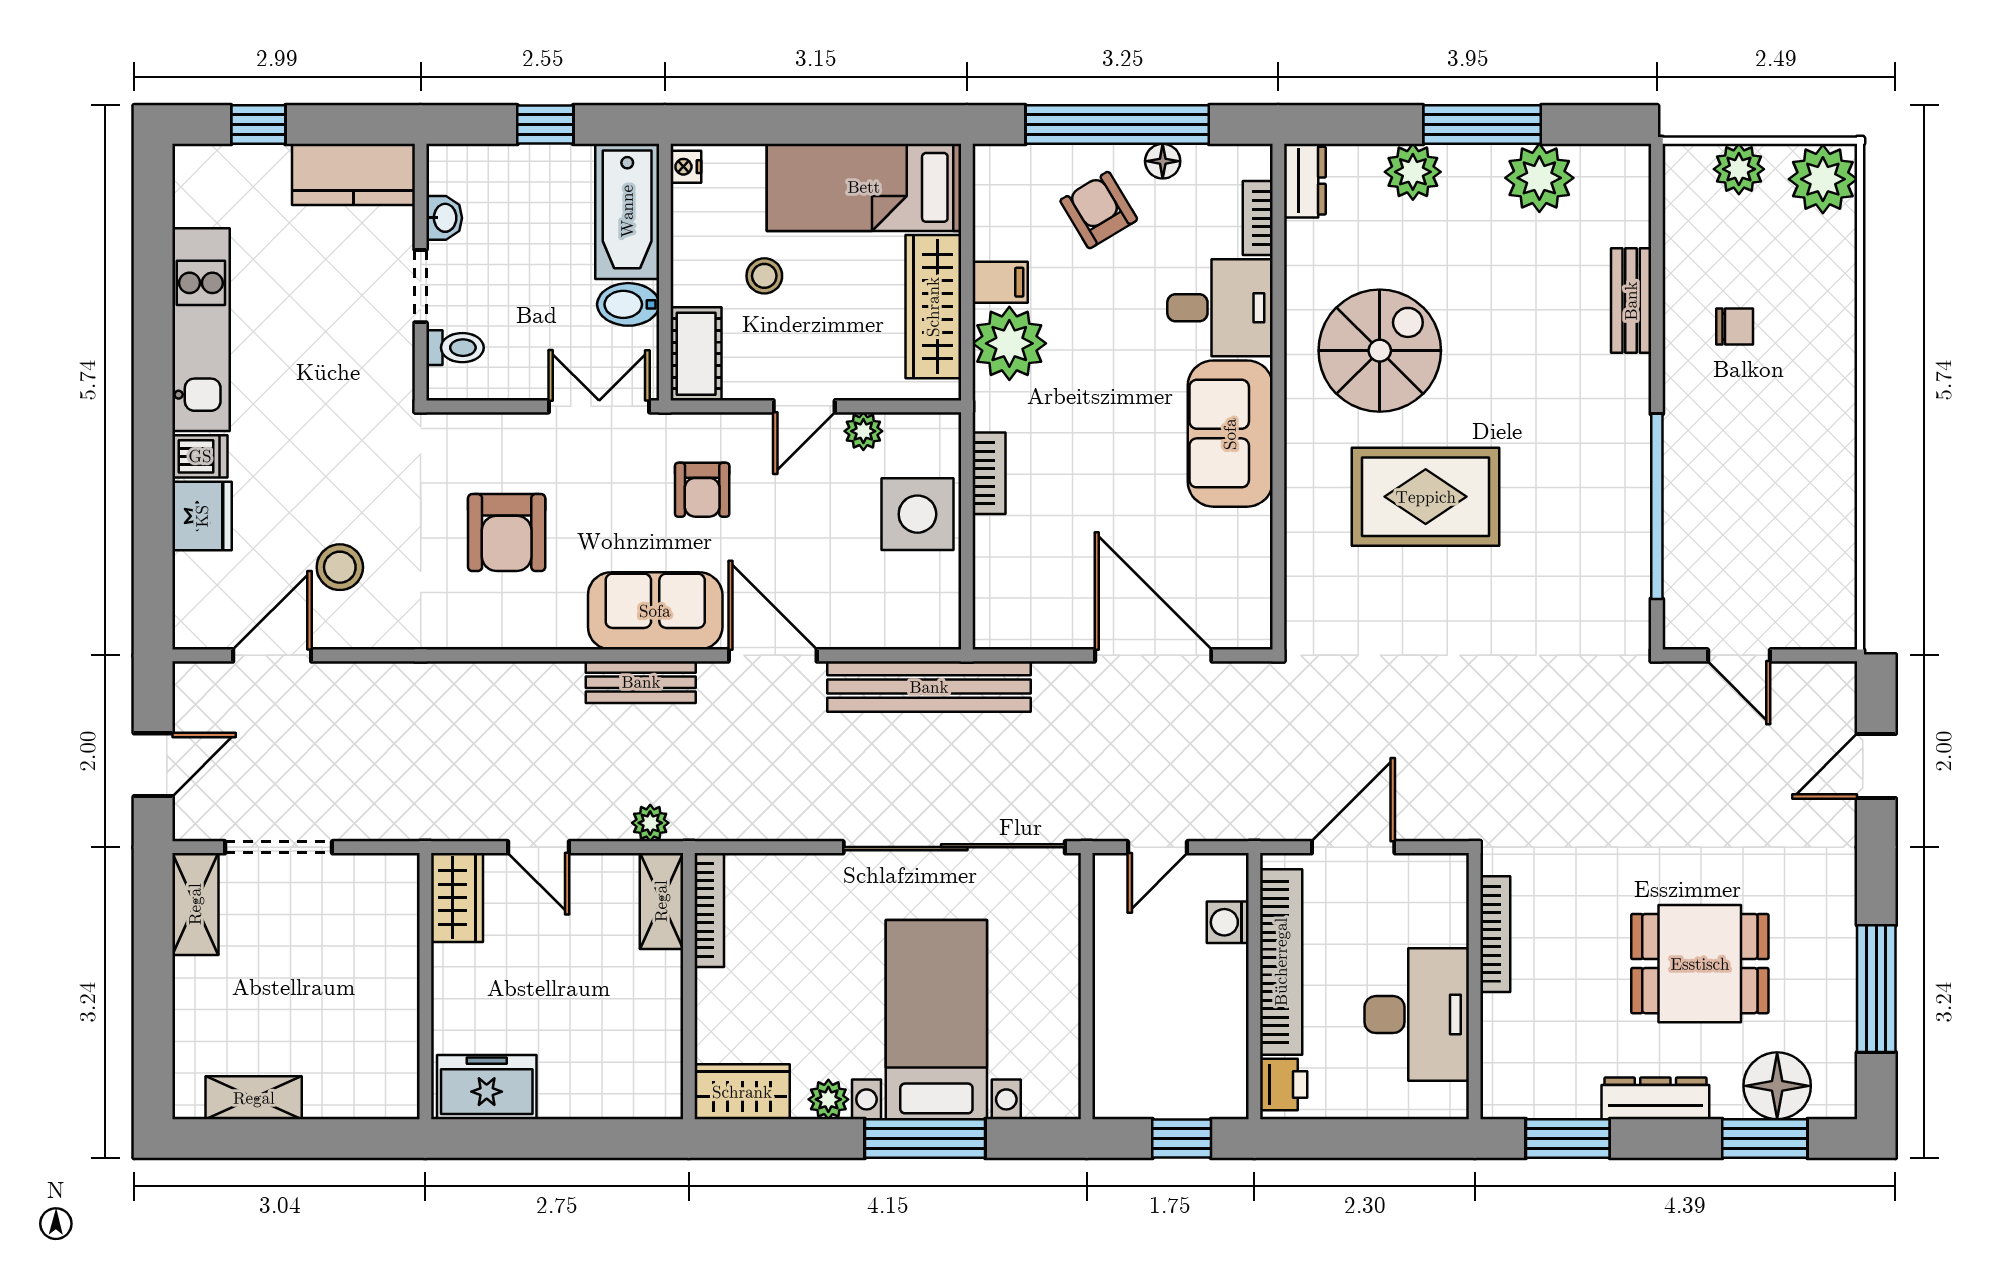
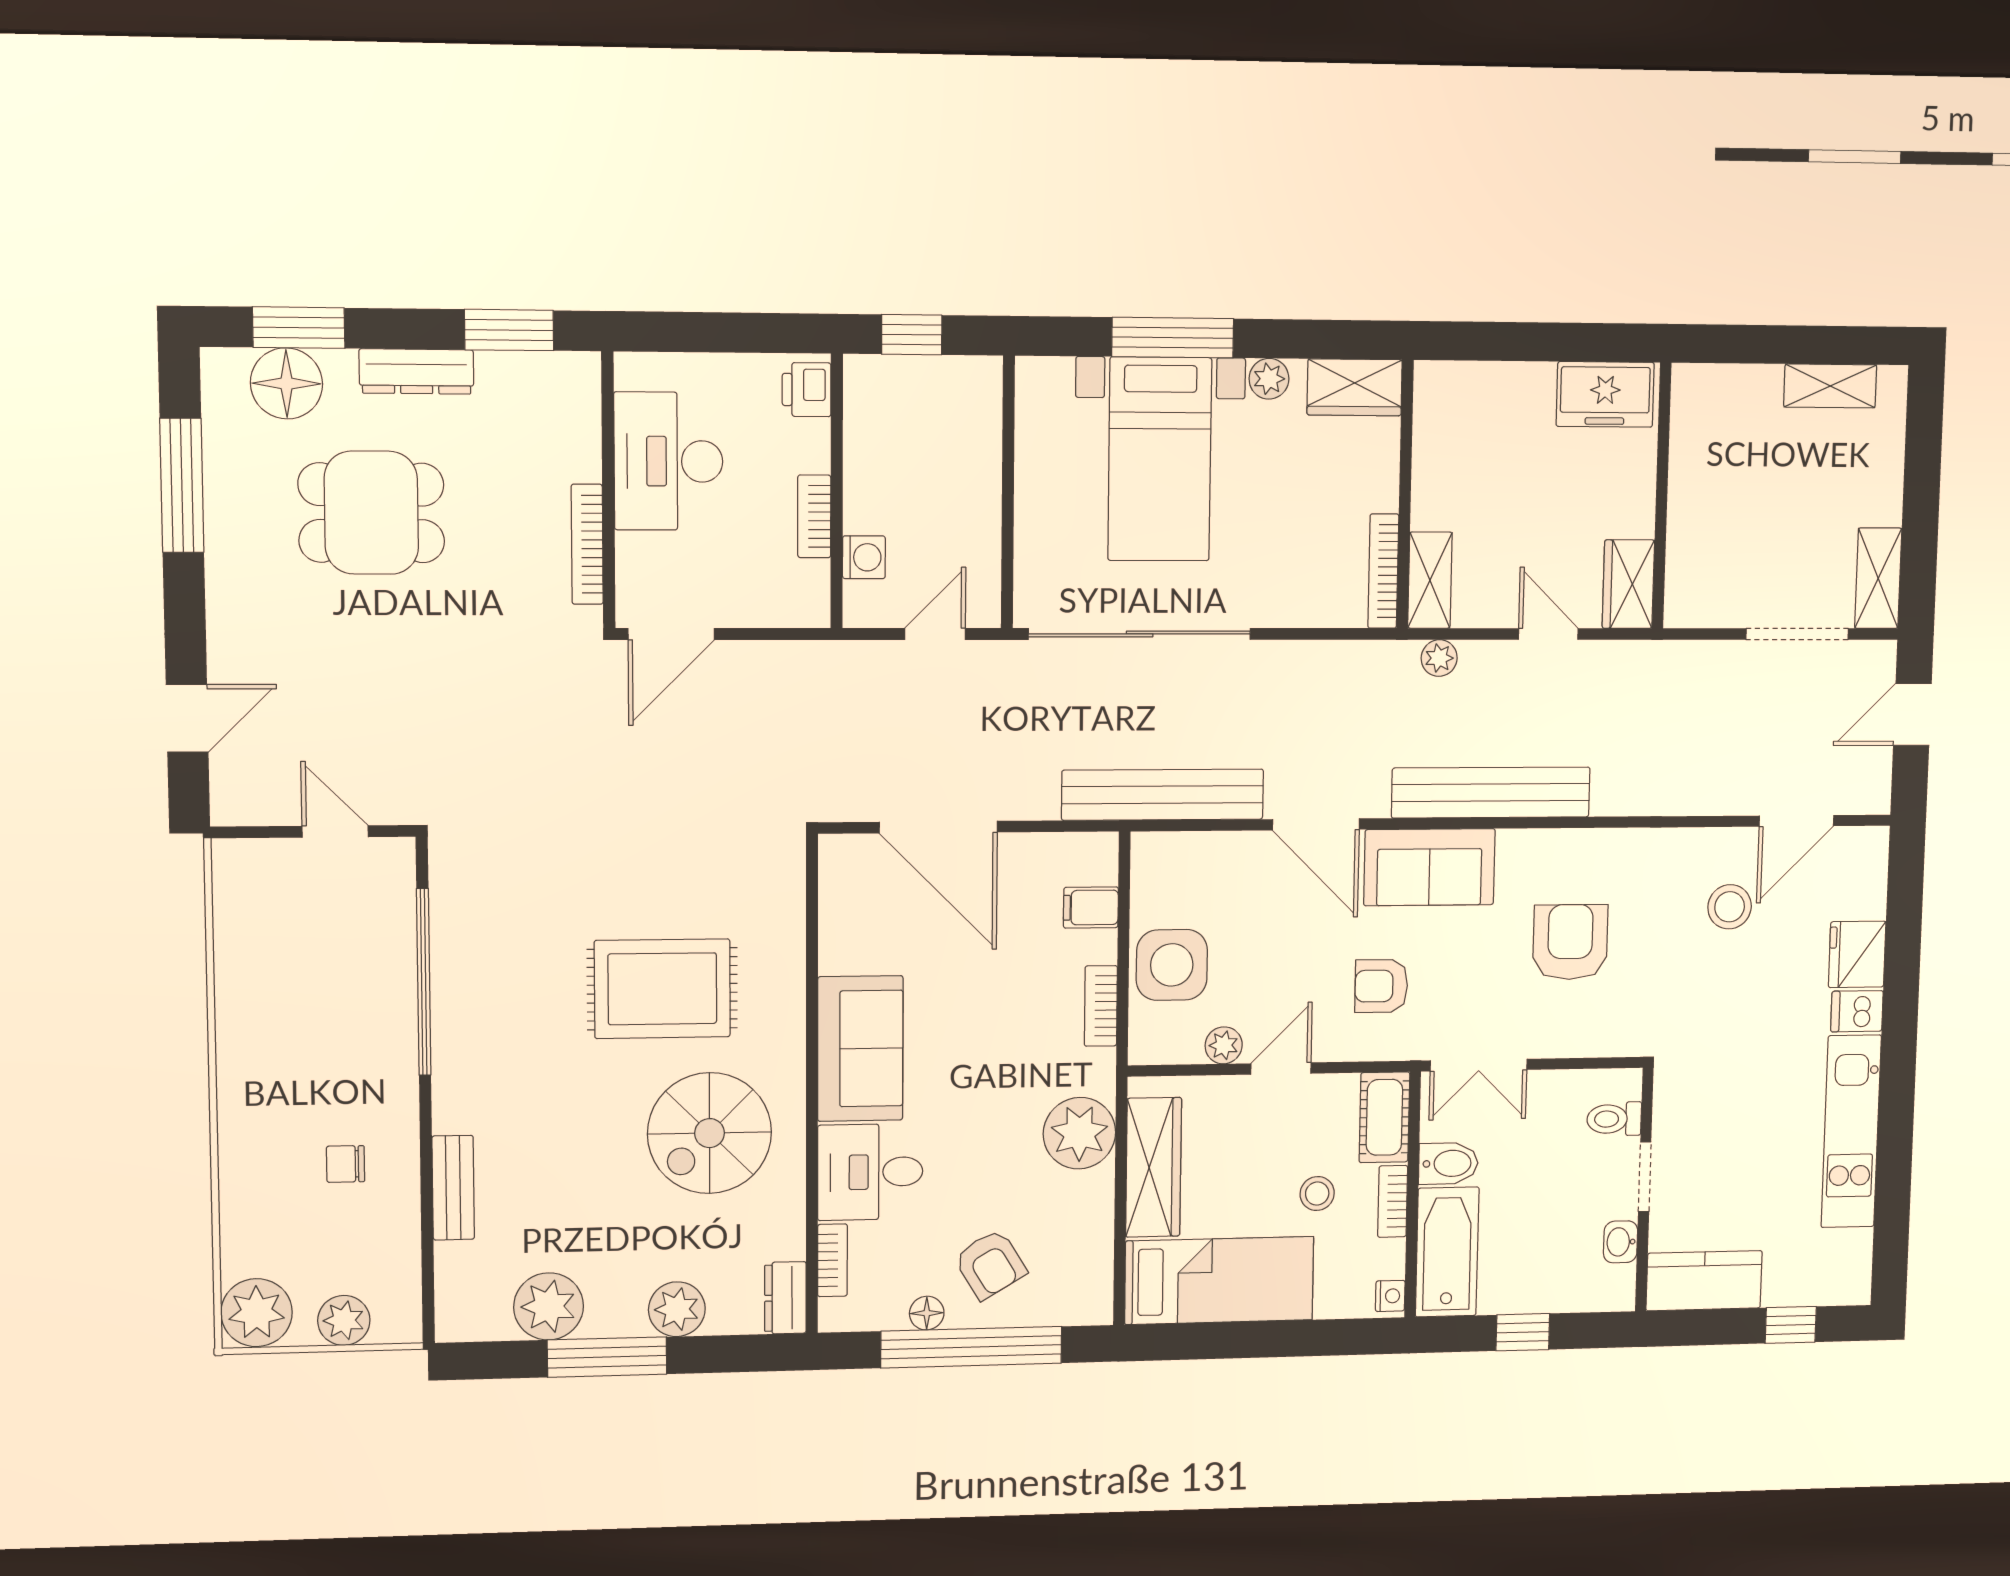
bookcase: (686, 266) -> (1393, 1201), added
filing cabinet: (1000, 282) -> (1091, 907), moved
armchair: (702, 490) -> (1381, 986), turned -90
bench: (641, 682) -> (1491, 793), width x1.86, depth x1.21
door: (1353, 847) -> (671, 634), moved
bookcase: (1281, 962) -> (814, 516), width x0.43, depth x0.76

